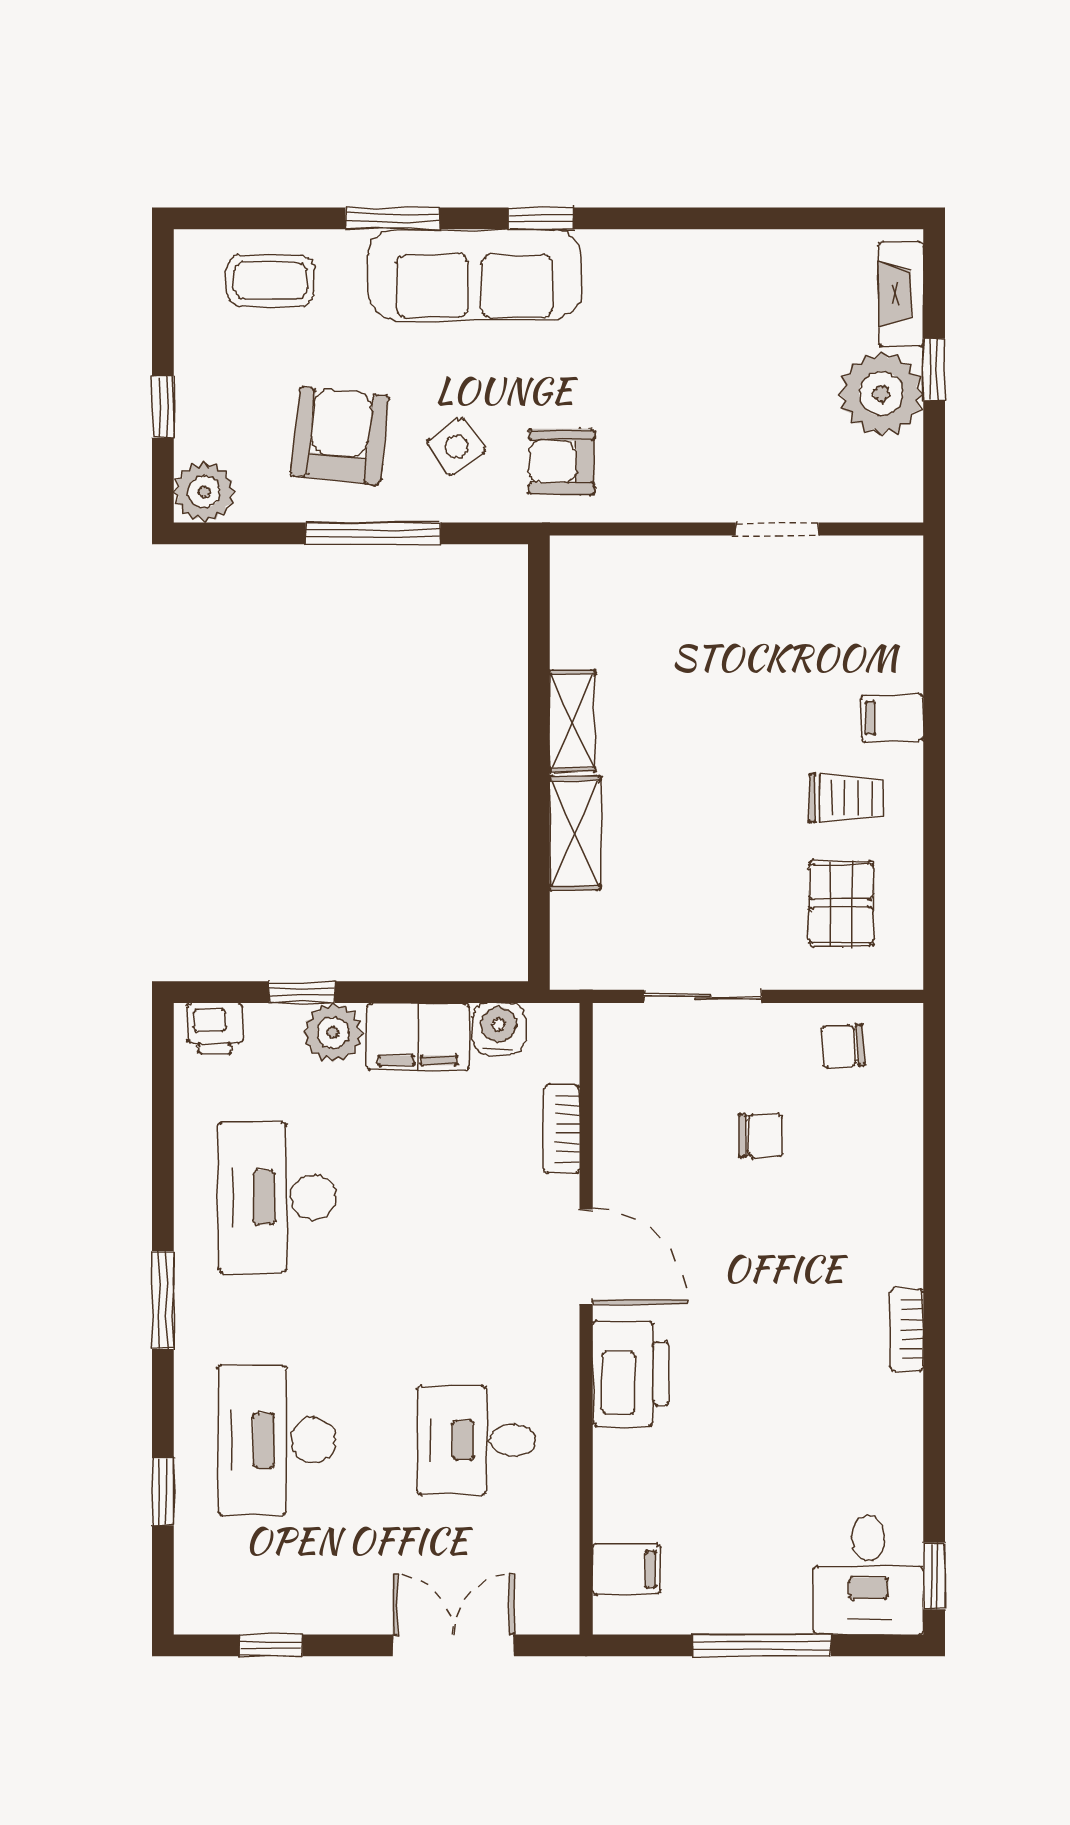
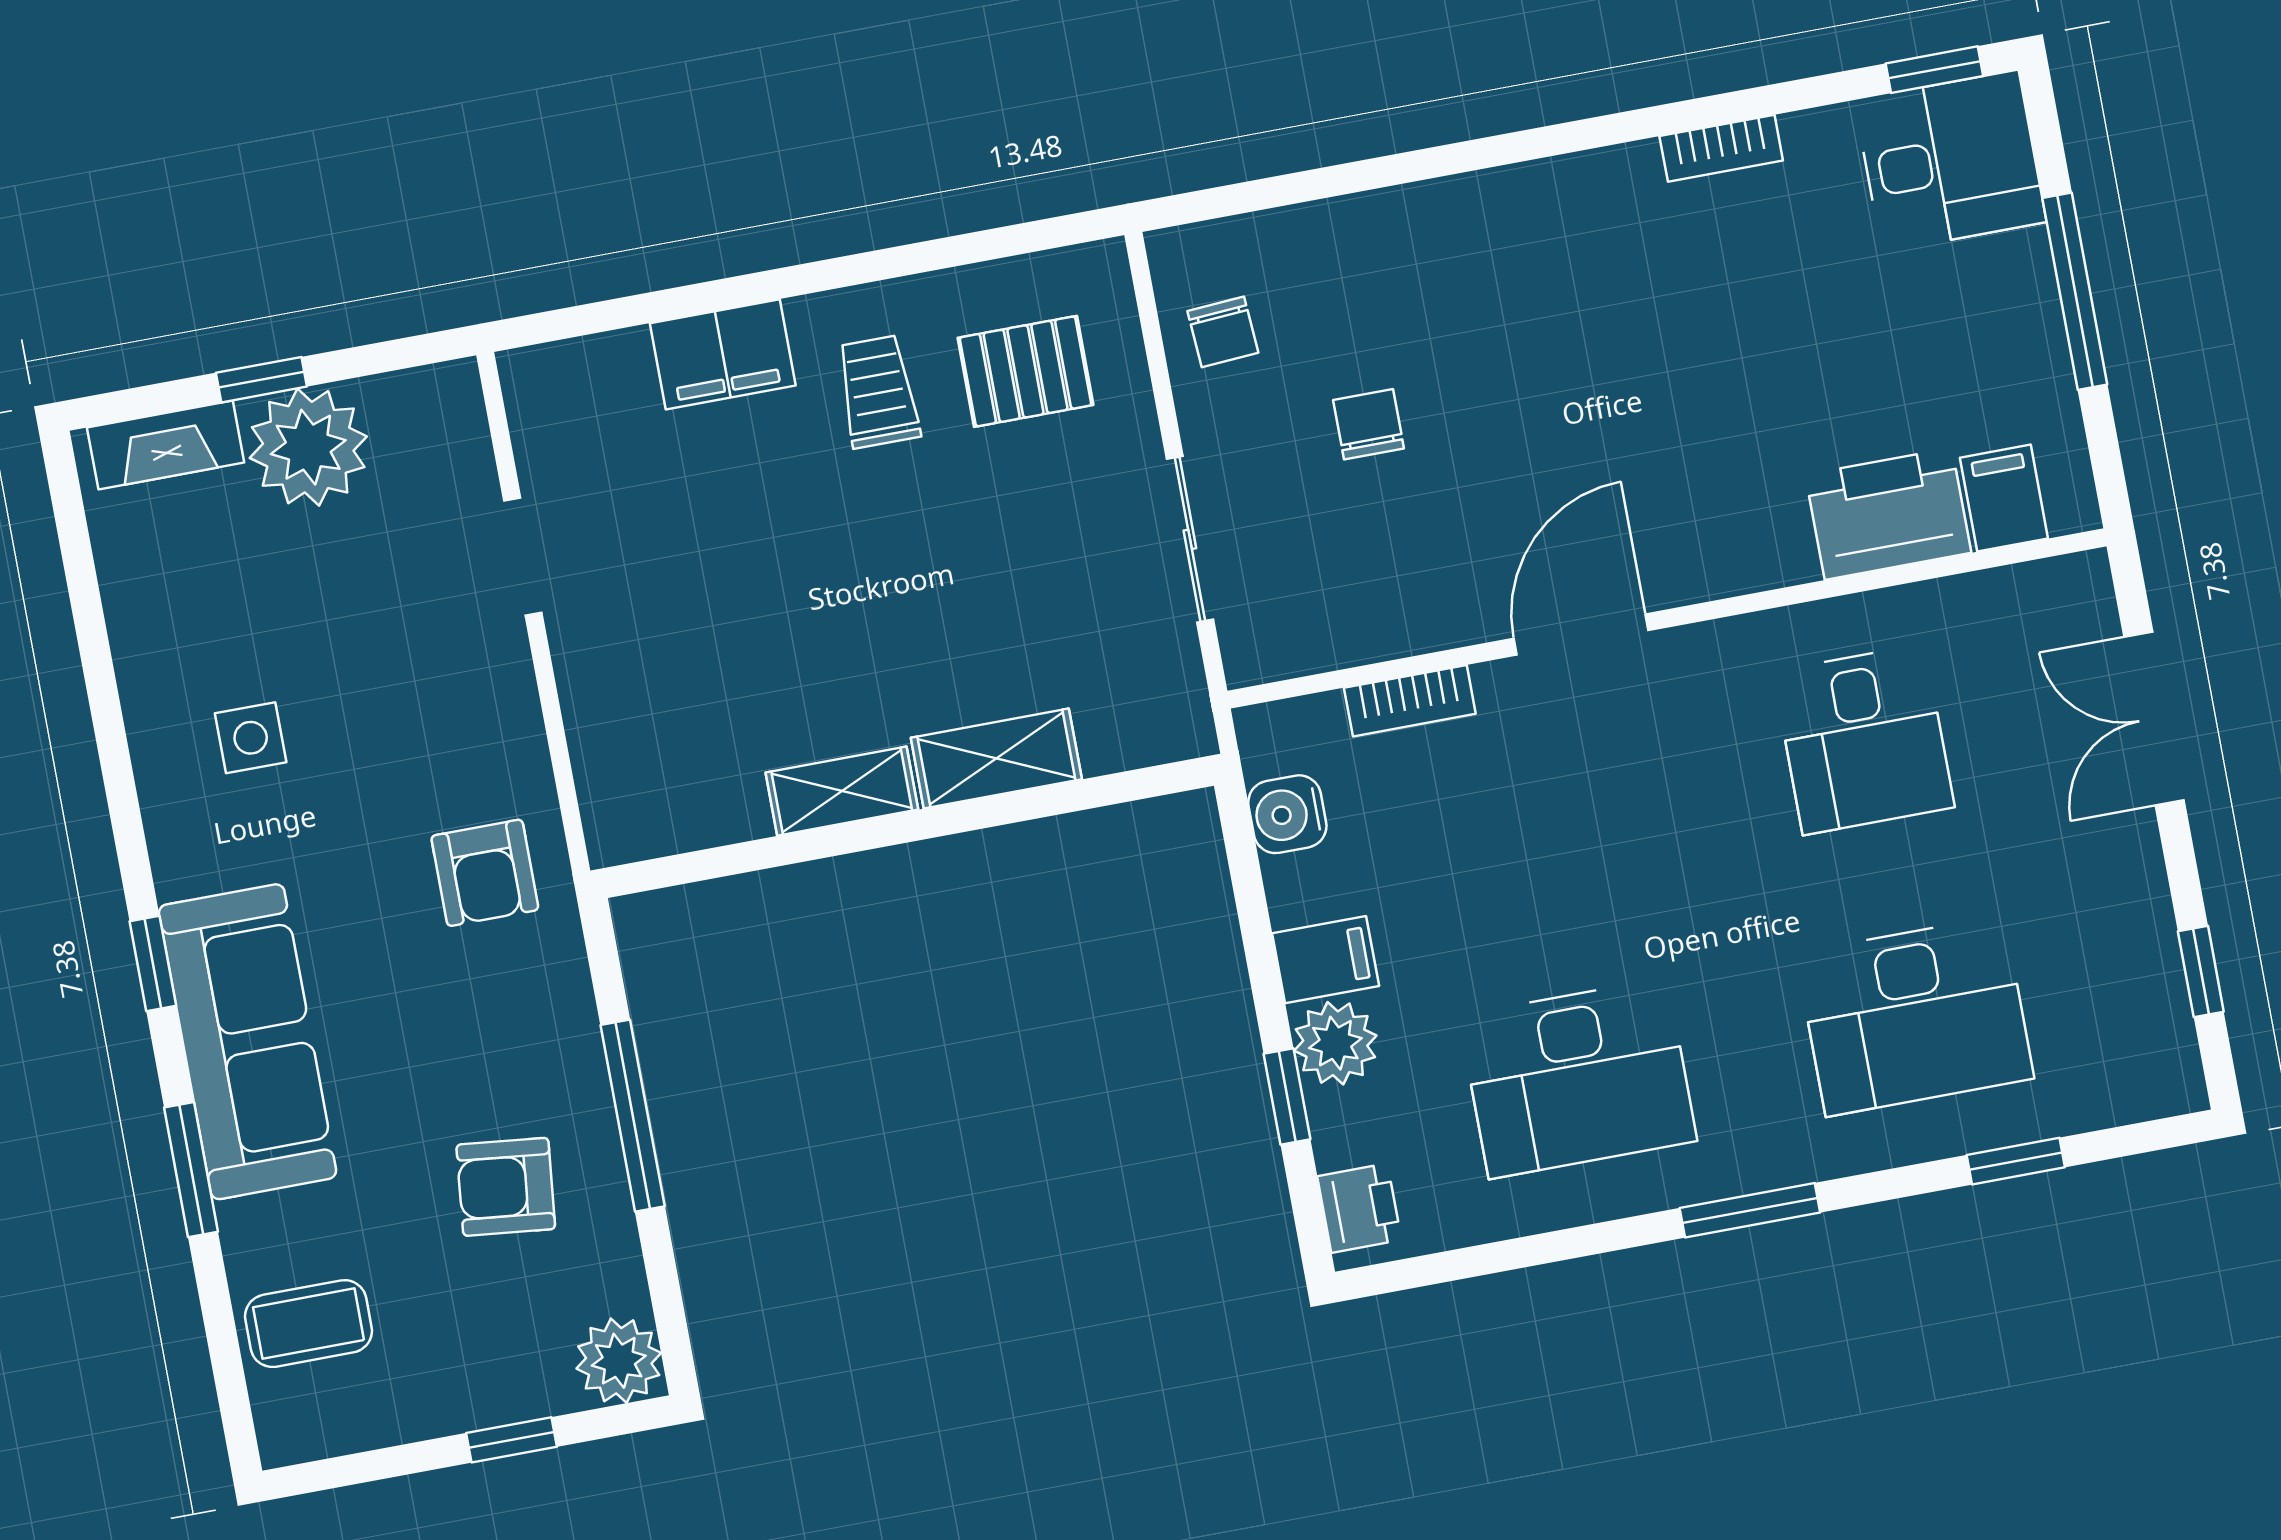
coffee table: (270, 280) -> (308, 1324), turned 90
armchair: (340, 436) -> (506, 1187), width x0.72, depth x0.72
side table: (456, 447) -> (251, 738), moved, turned 35
filing cabinet: (892, 718) -> (723, 354), width x2.00
filing cabinet: (418, 1037) -> (1326, 960), width x0.50
bookcase: (907, 1329) -> (1721, 148), moved
printer: (631, 1373) -> (1888, 514), moved

